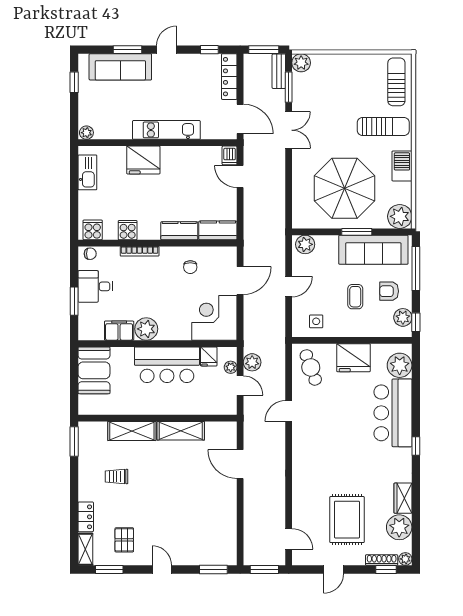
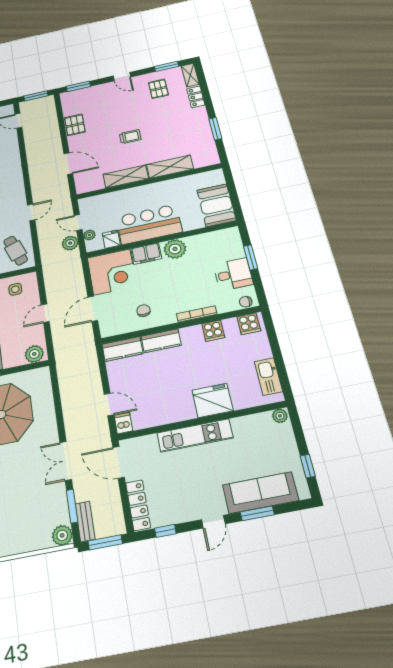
filing cabinet: (119, 331) -> (146, 254), moved
window: (74, 441) -> (215, 129), moved
trolley: (117, 476) -> (130, 137), moved
pallet: (225, 515) -> (75, 125), added

